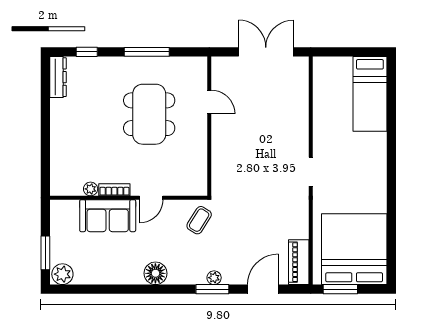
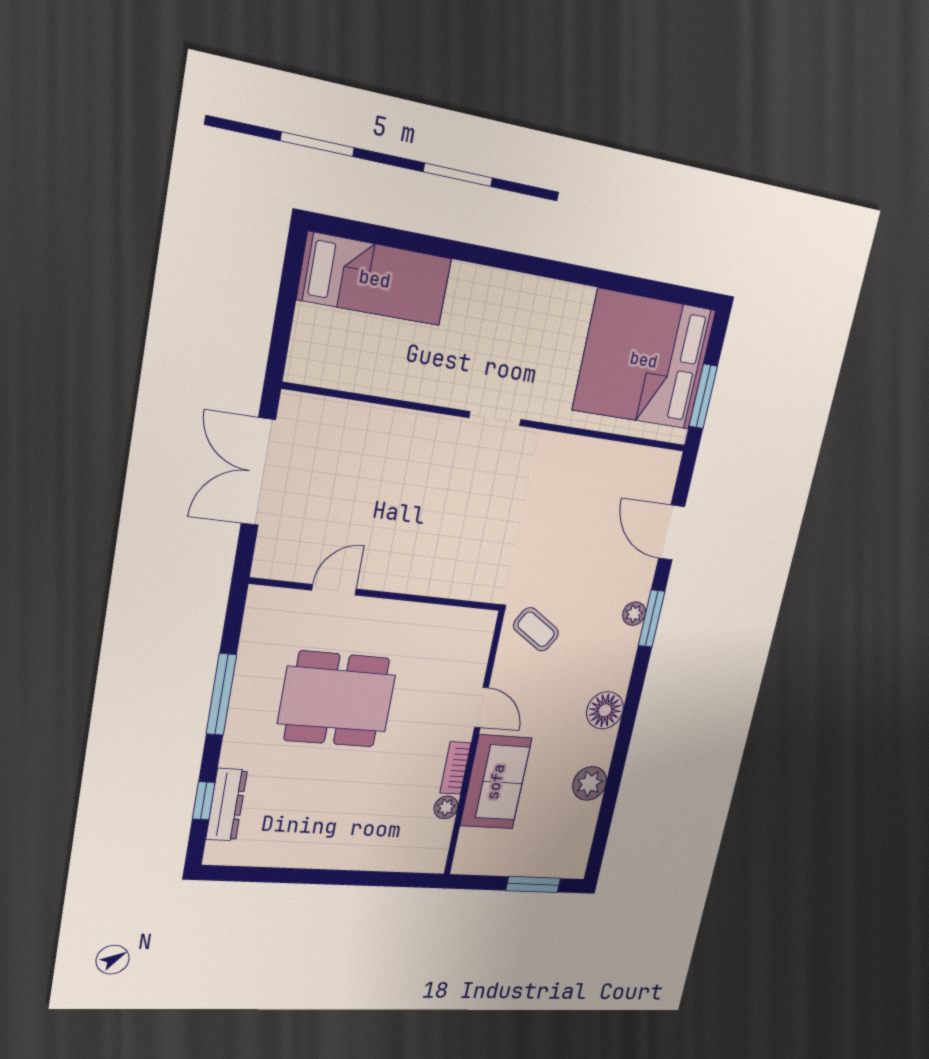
dresser: (58, 77) -> (227, 805), moved, turned 90
piano: (299, 262) -> (643, 464), removed
plant: (62, 274) -> (590, 783), moved

